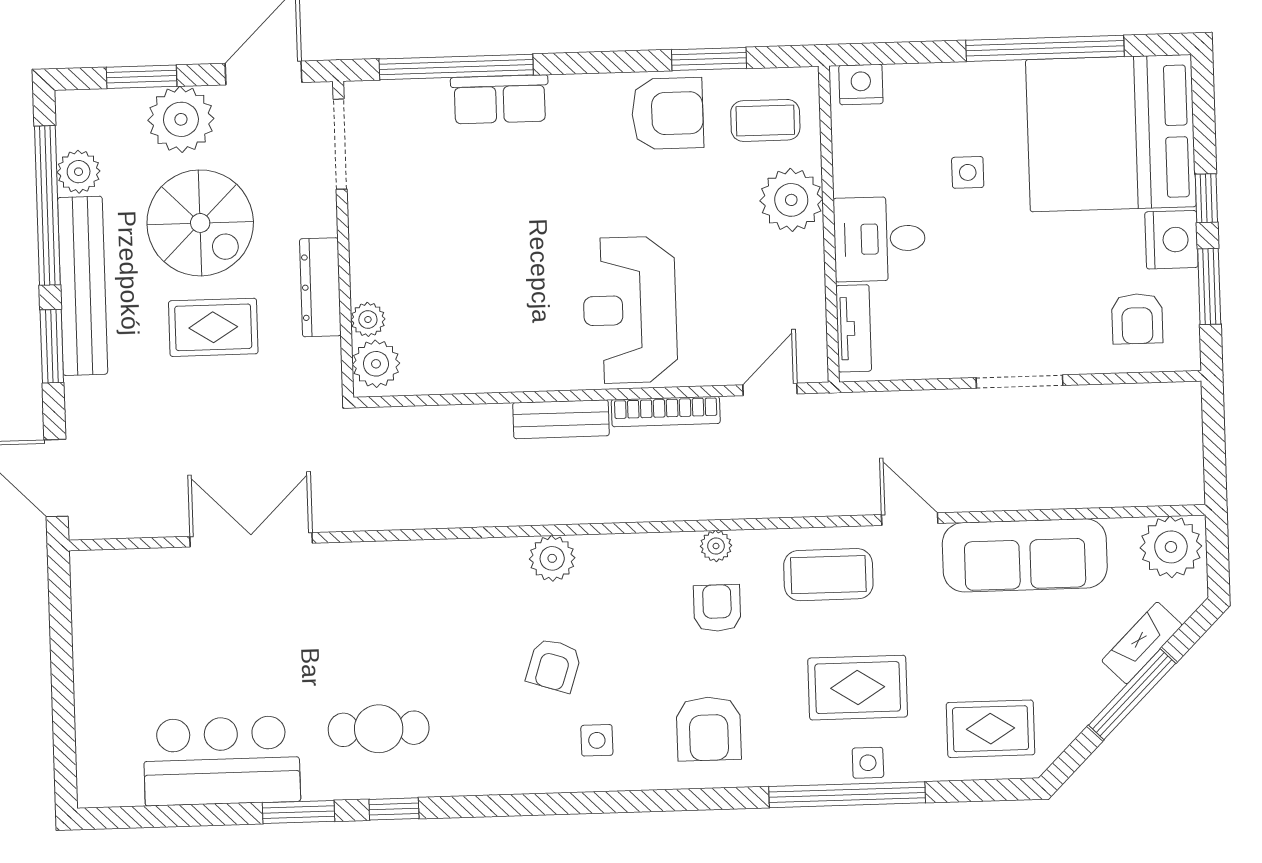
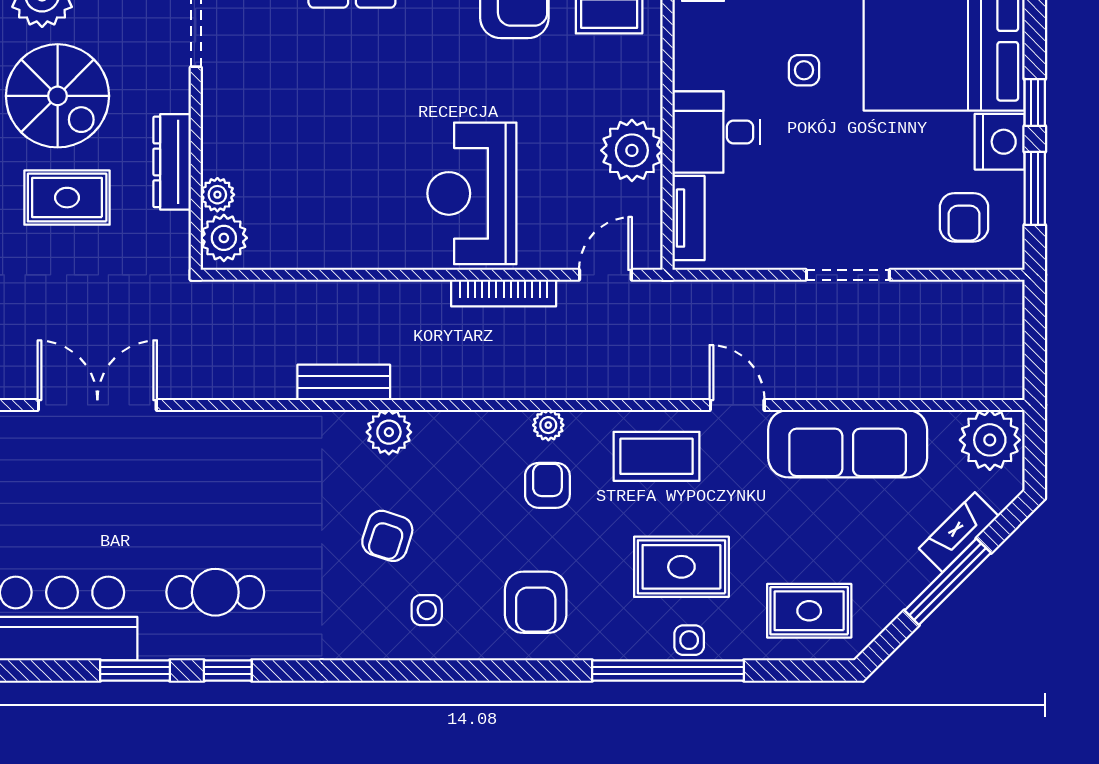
plant: (791, 200) -> (632, 150), moved
bench: (561, 419) -> (344, 382), moved

